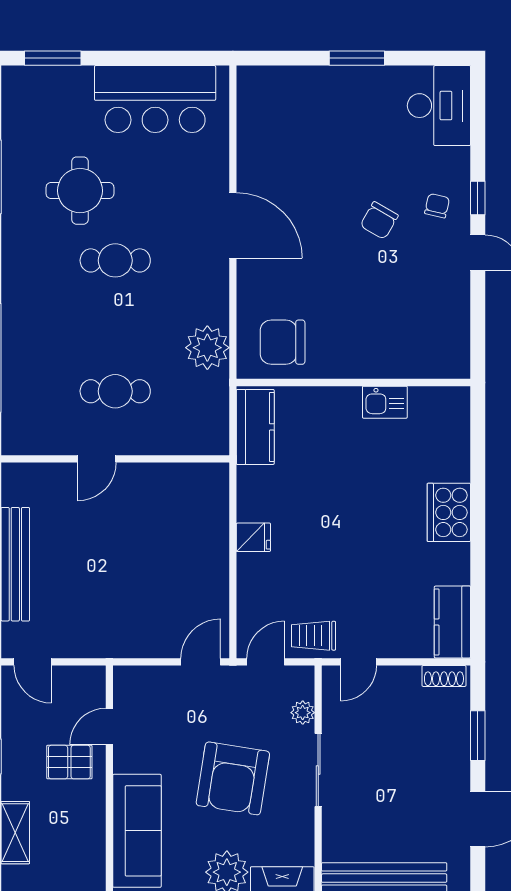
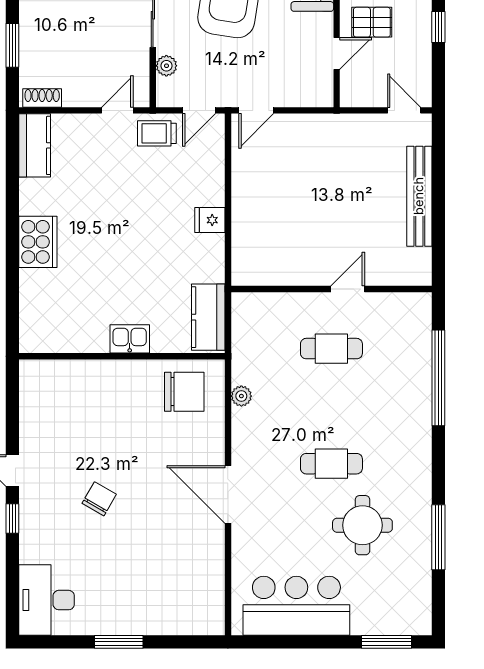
chair: (437, 206) -> (48, 512), removed
plant: (207, 348) -> (241, 396), width x0.53, depth x0.53
kitchen sink: (385, 402) -> (130, 339), moved
trolley: (314, 636) -> (157, 133), turned 180

